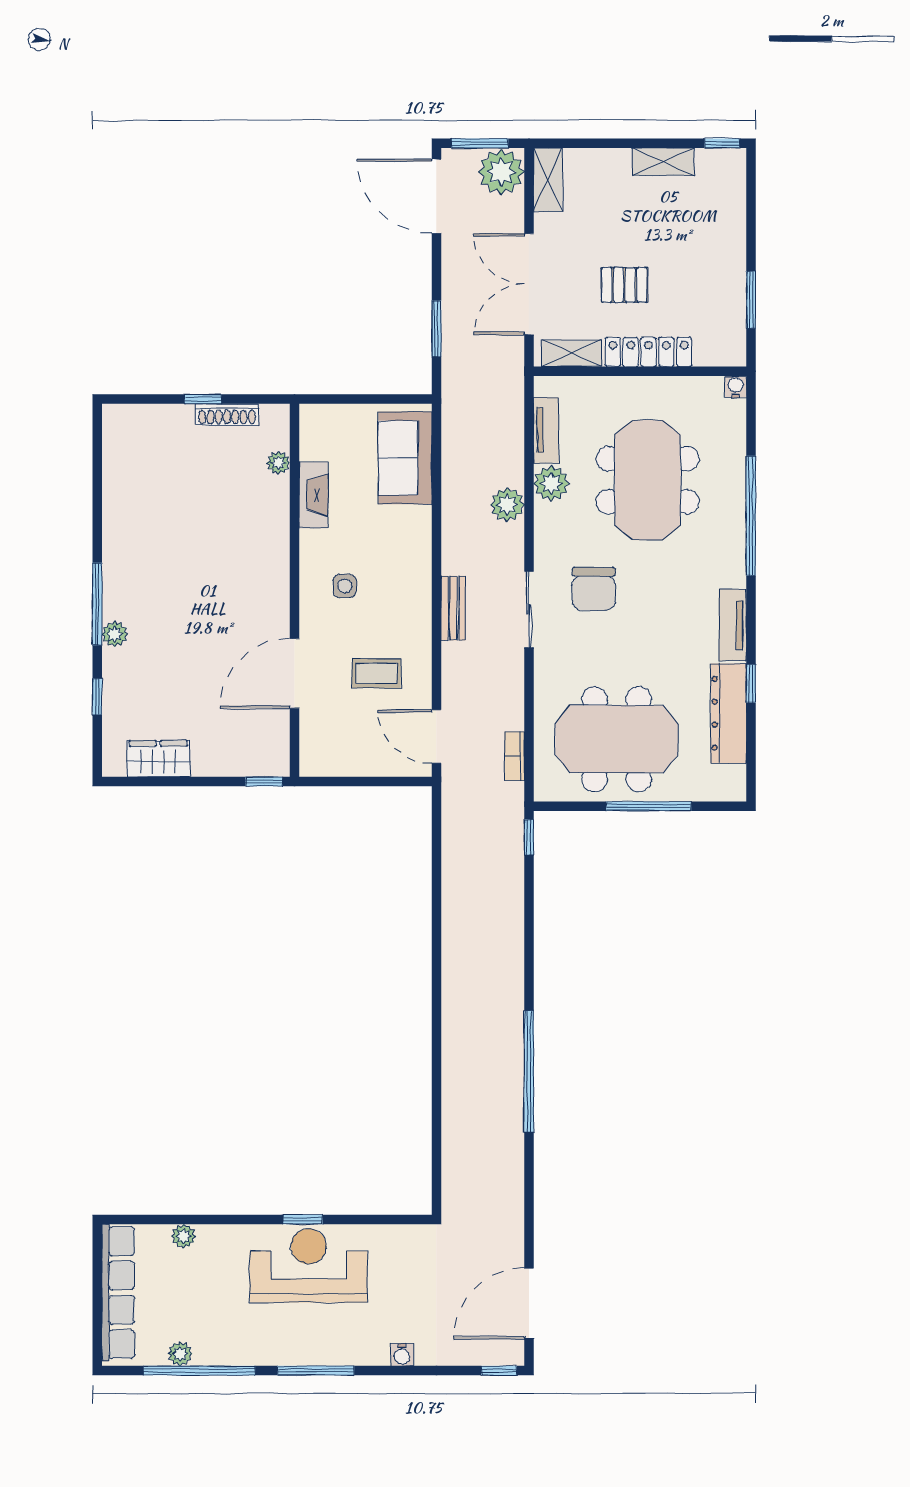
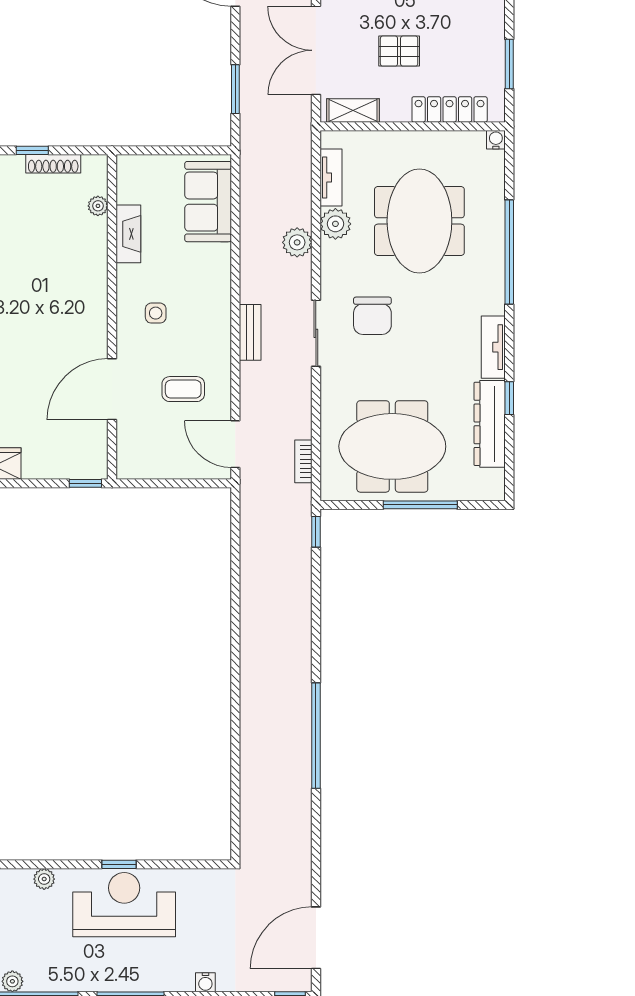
locker: (648, 352) -> (450, 109), moved
plant: (184, 1236) -> (44, 879), moved

